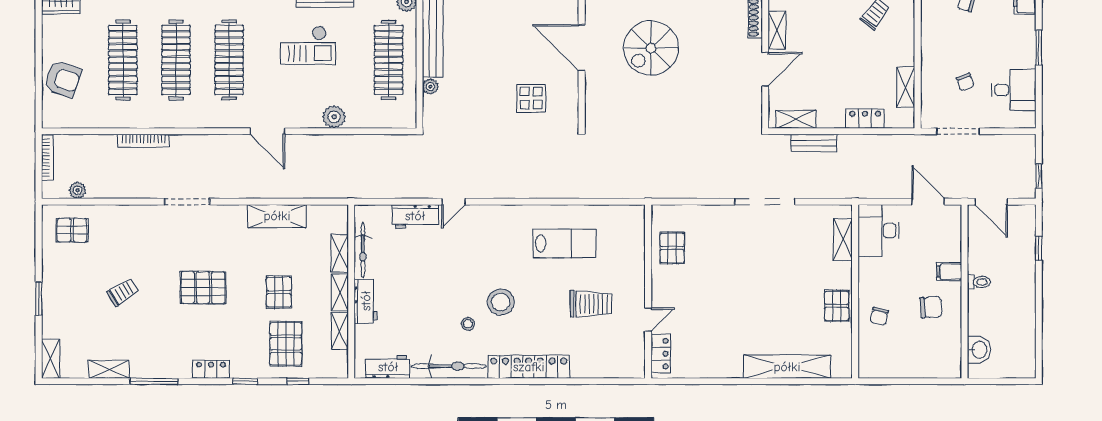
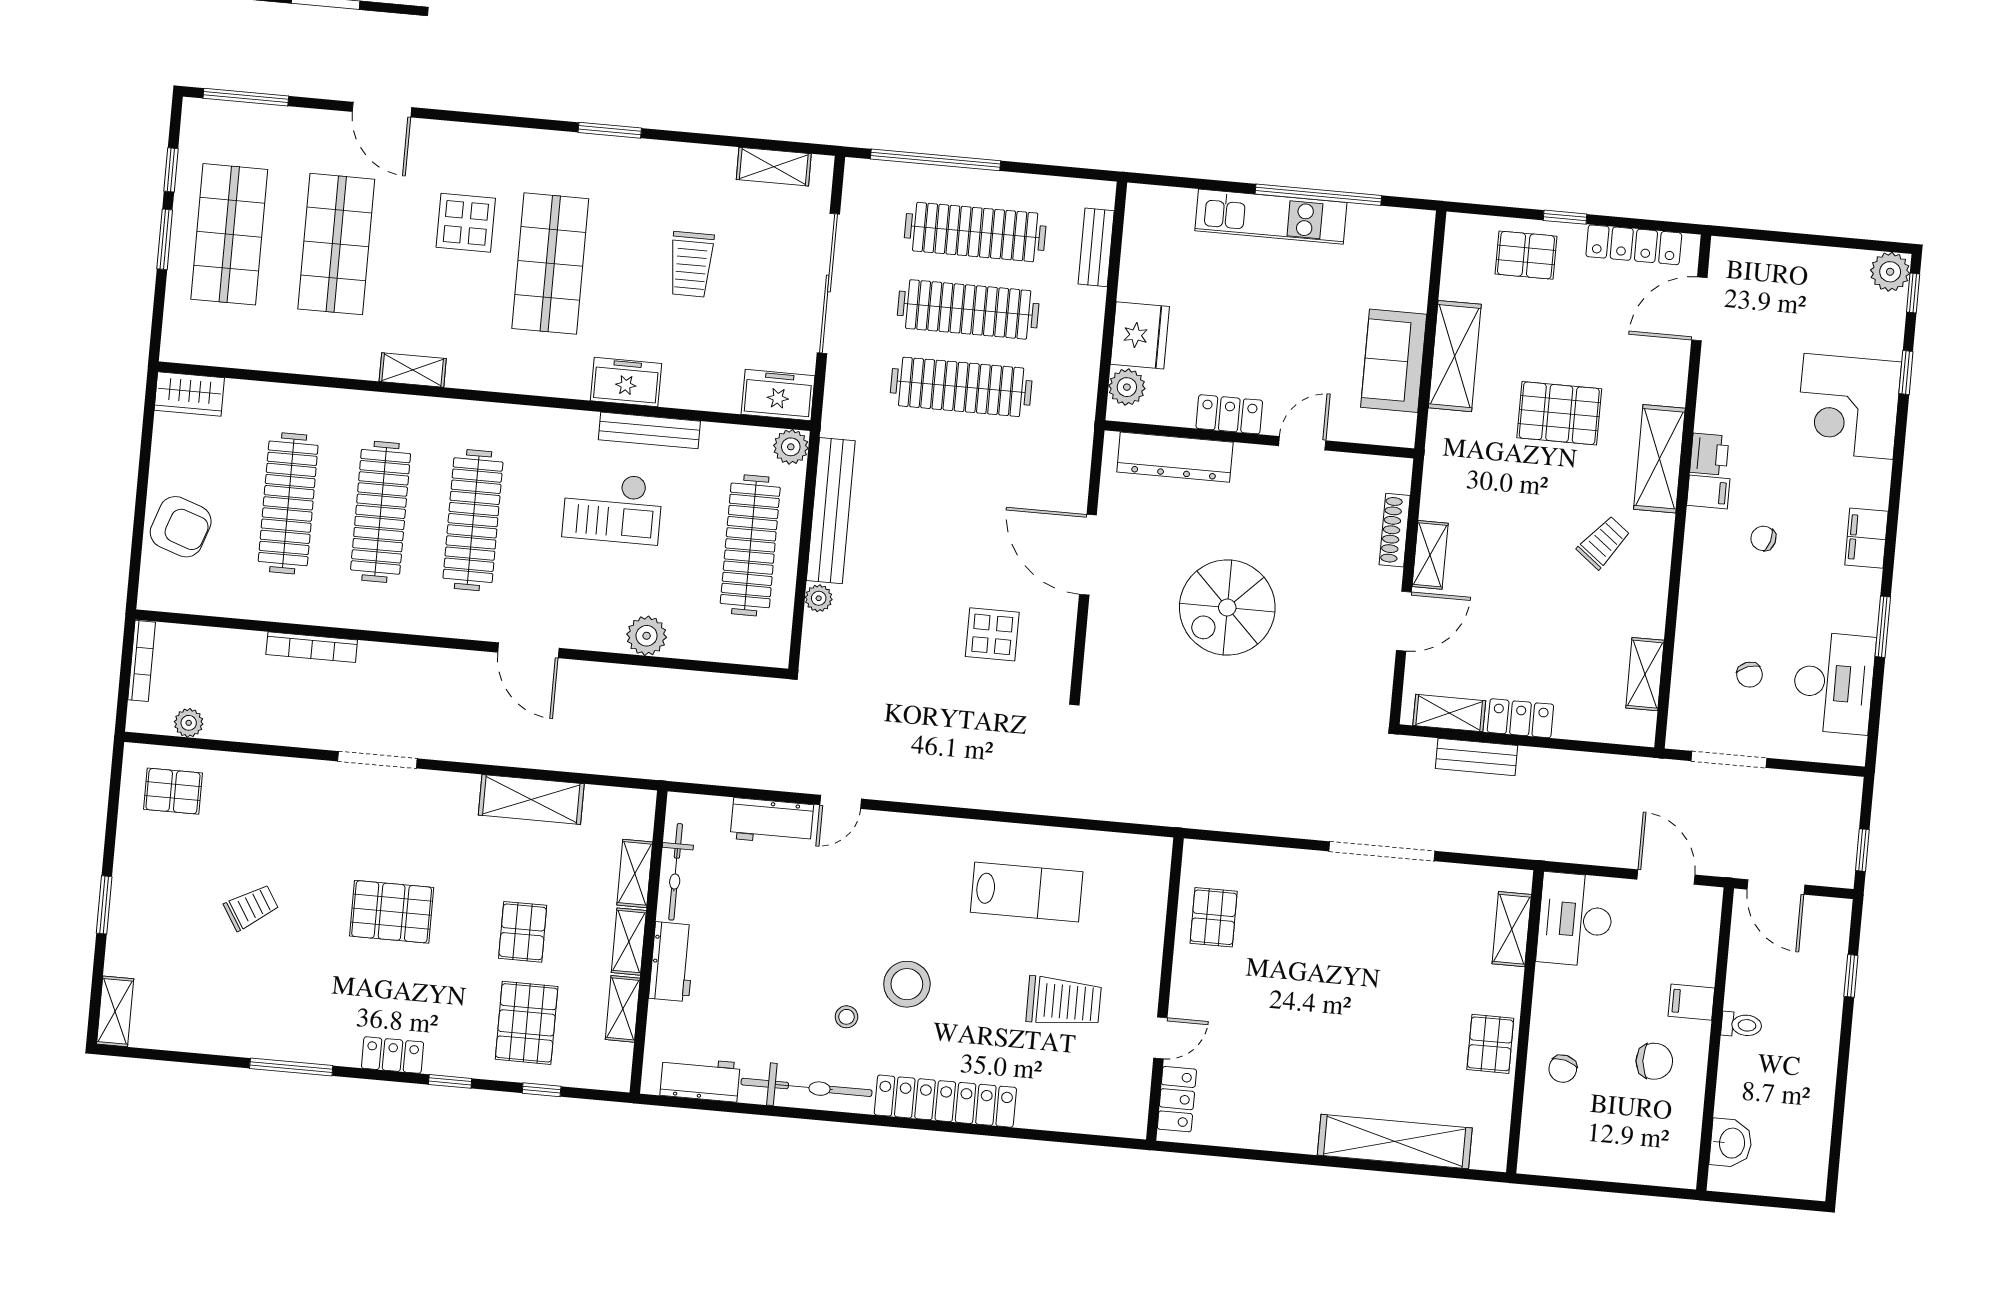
spiral stairs: (651, 48) -> (1227, 608), moved
desk: (1014, 90) -> (1834, 683), width x1.37
locker: (865, 119) -> (1520, 718), moved
shelving: (109, 369) -> (215, 1039), removed

